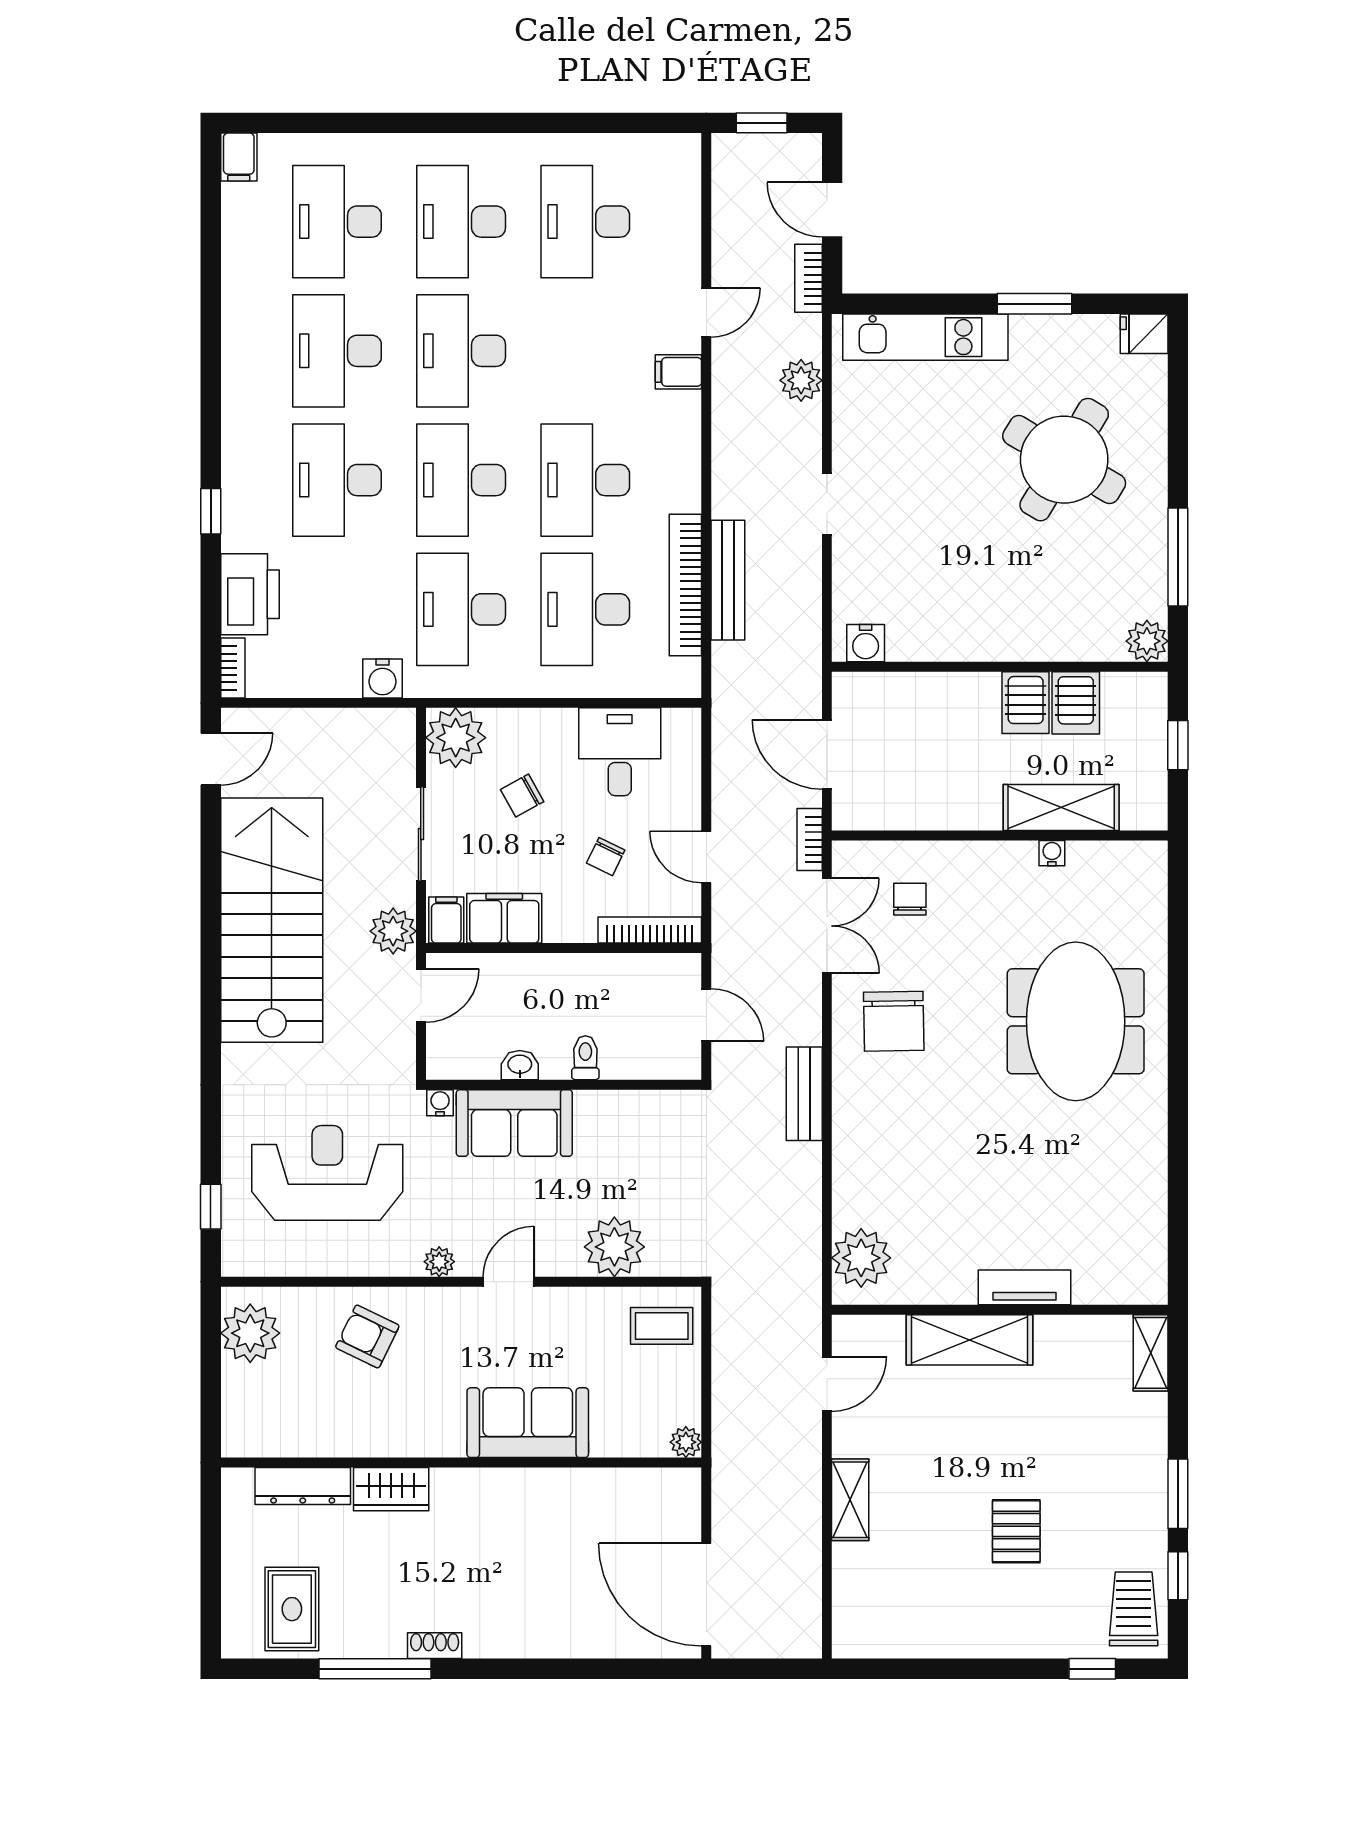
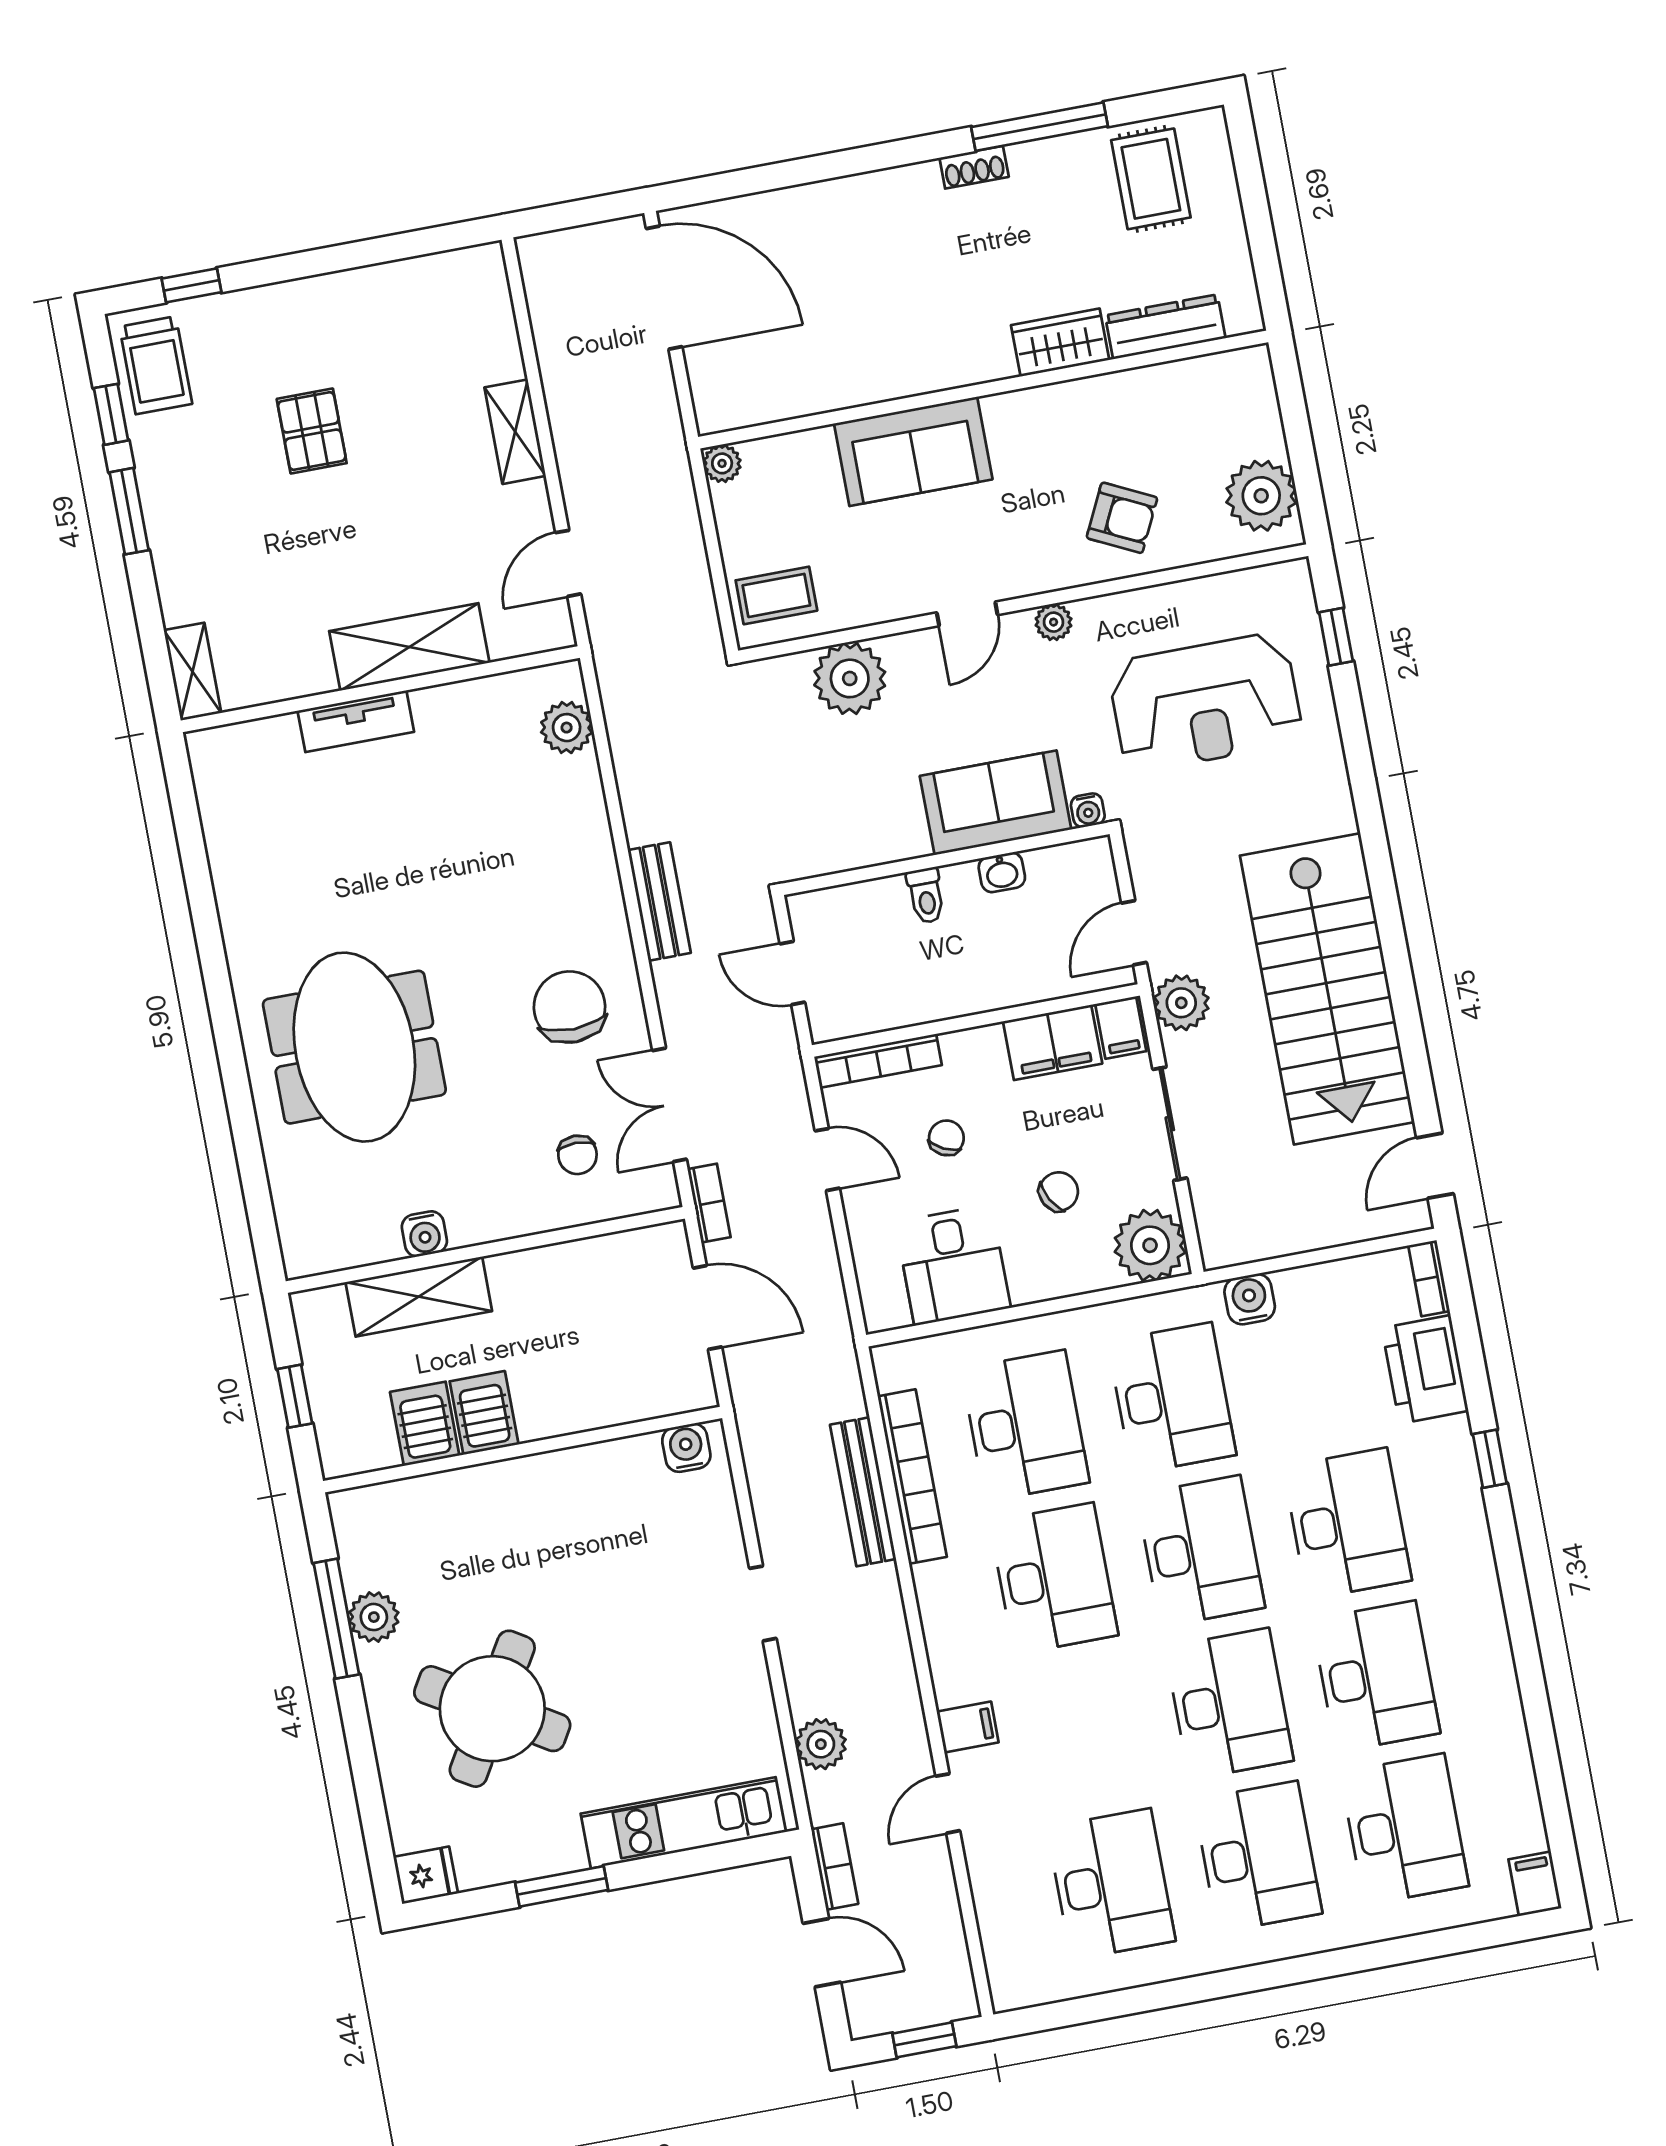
plant: (1147, 641) -> (374, 1617), moved
water cooler: (1052, 853) -> (424, 1234), width x1.38, depth x1.38
plant: (861, 1258) -> (567, 728), width x0.73, depth x0.73

